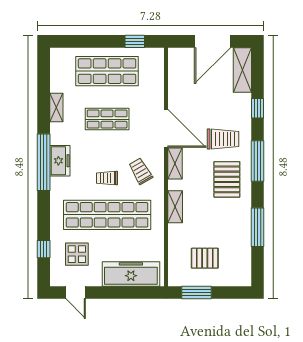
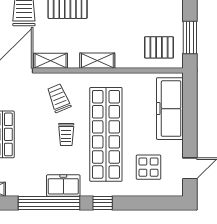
freezer: (60, 161) -> (63, 185), moved
trolley: (141, 171) -> (59, 98), turned 98
window: (44, 249) -> (103, 203), moved
pallet: (205, 258) -> (159, 47), moved, turned 90

